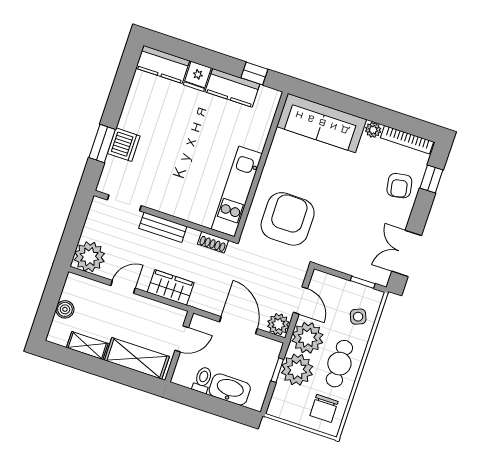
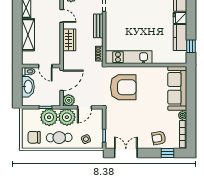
door: (182, 339) -> (45, 66), moved
wall: (179, 347) -> (41, 66), moved

